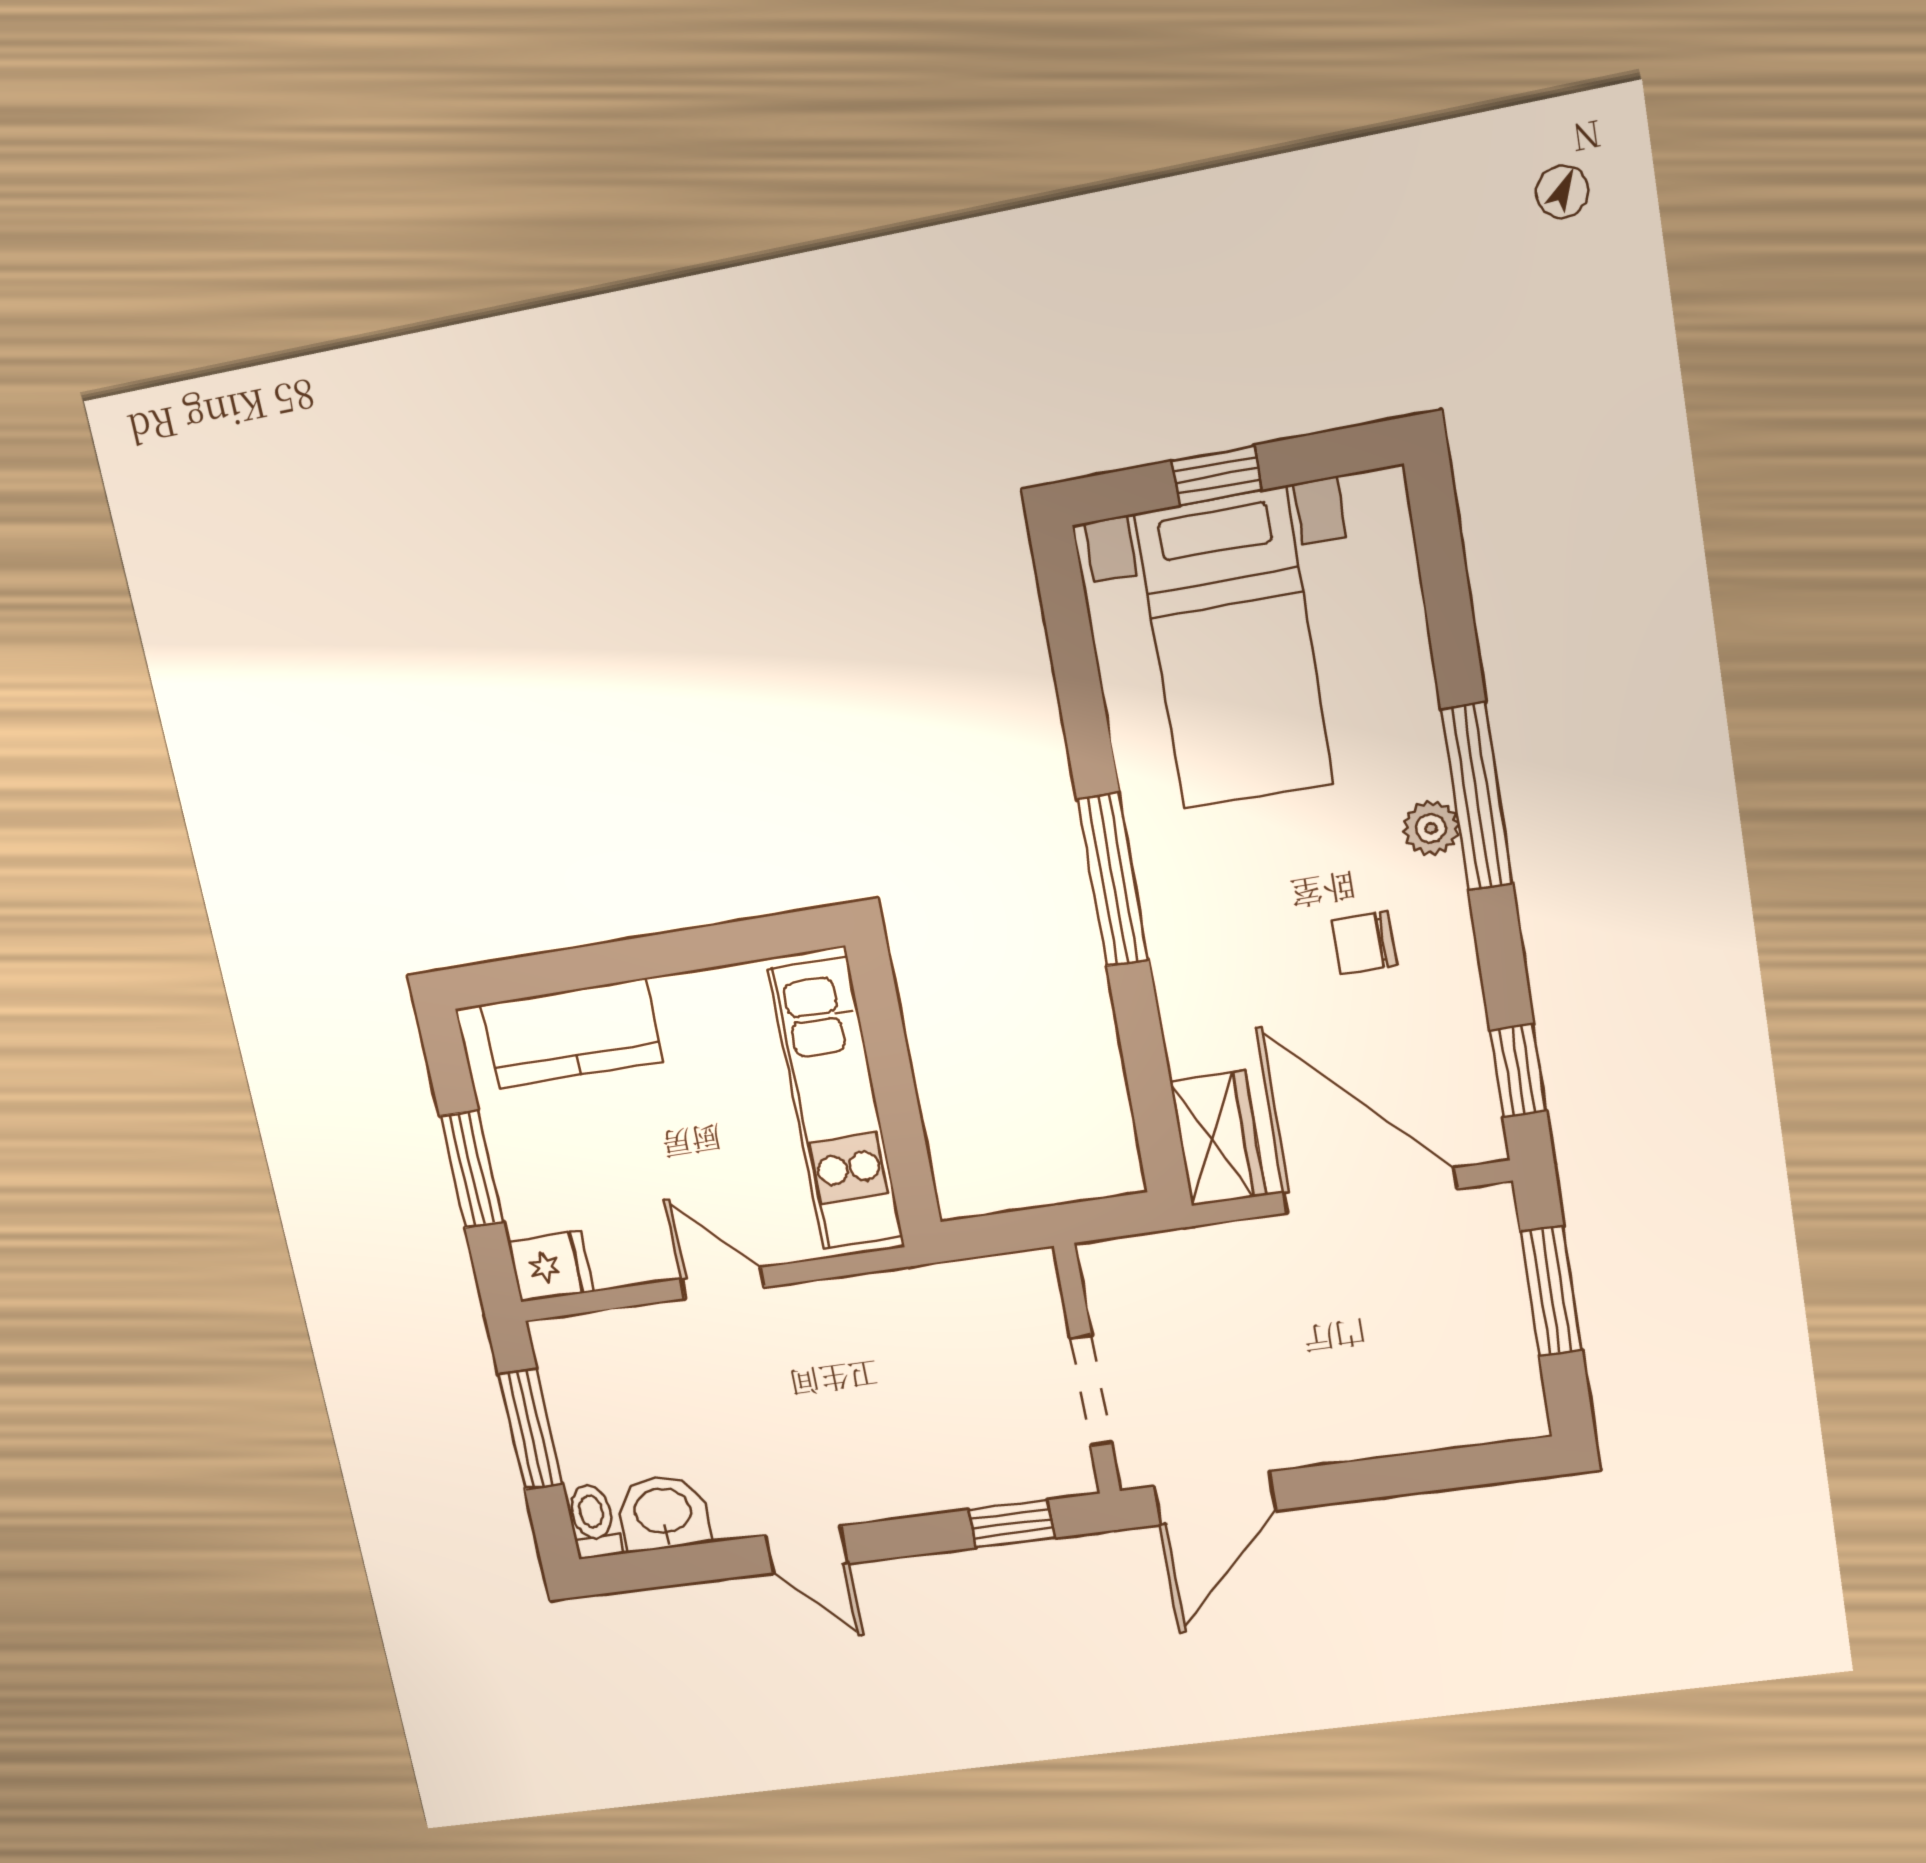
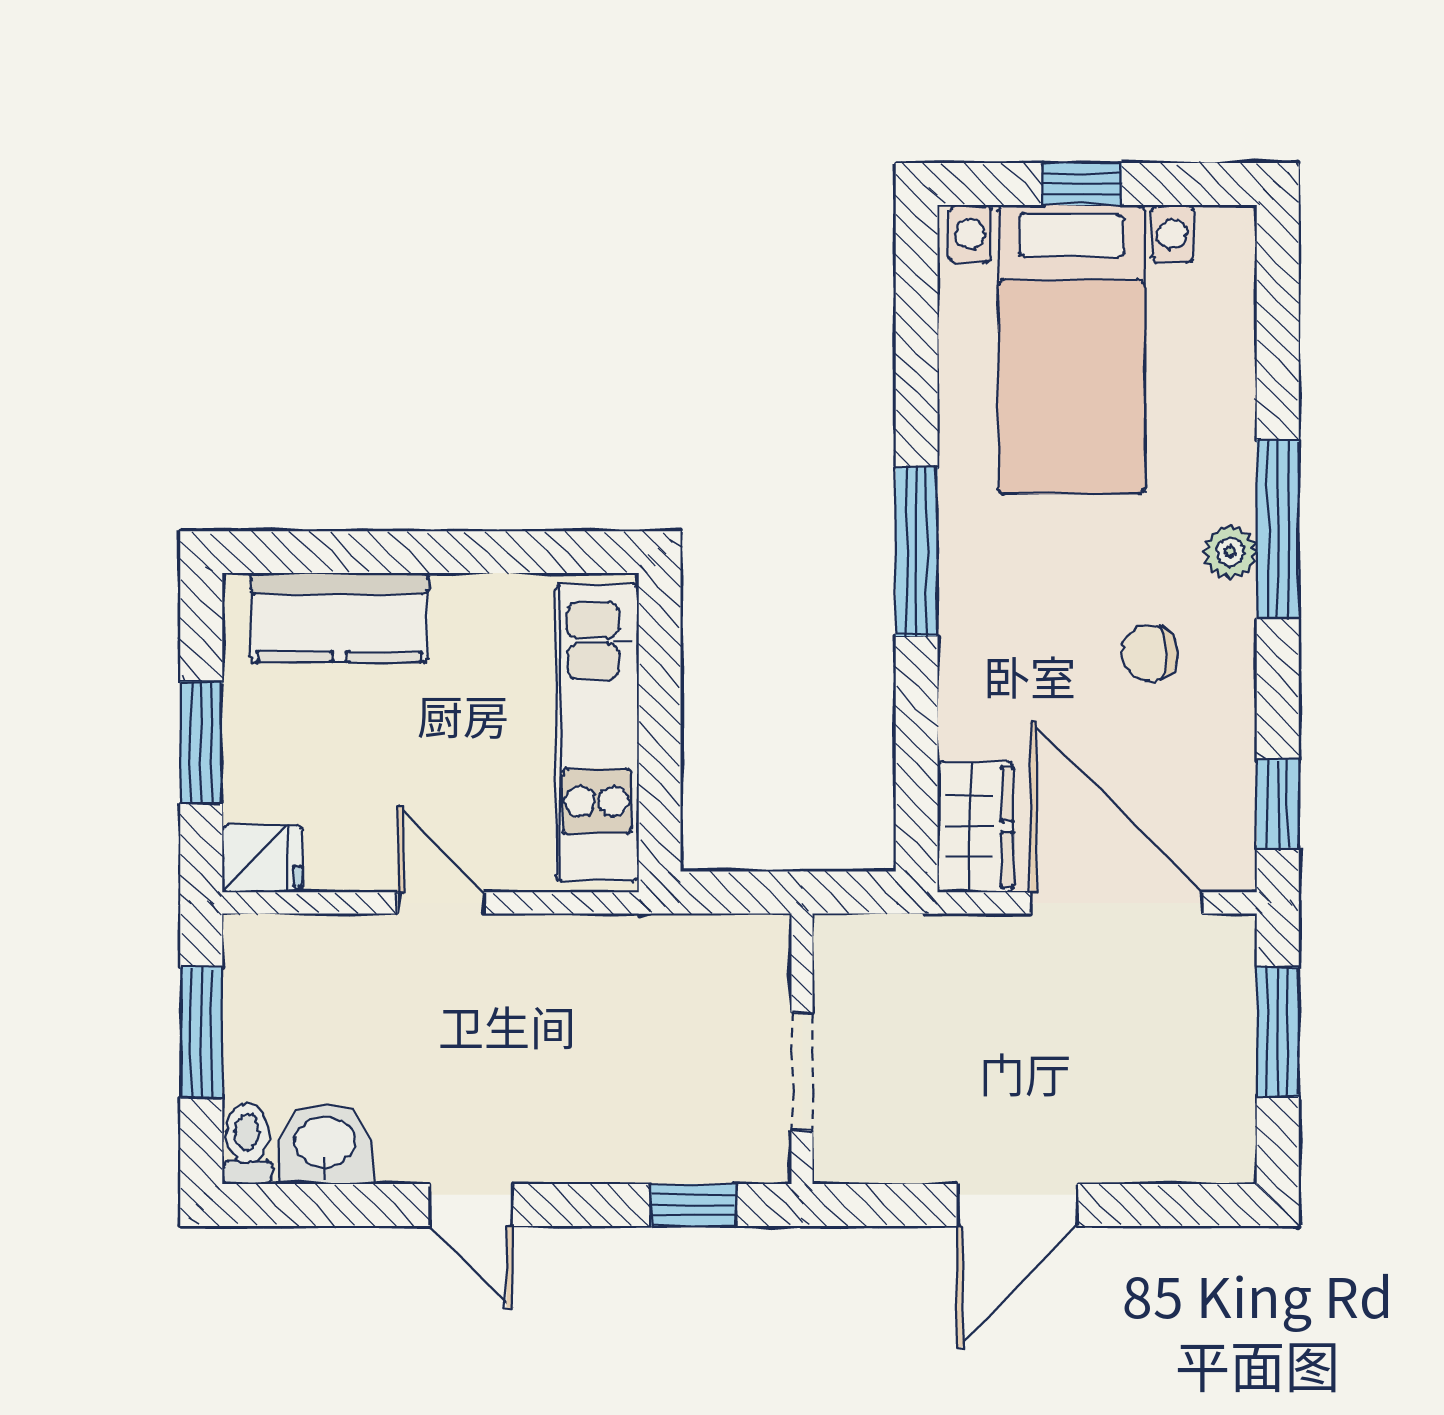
door: (1215, 1498) -> (1017, 1205), moved

